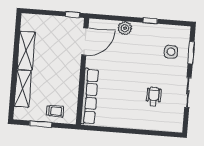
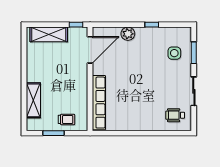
shelving: (26, 51) -> (49, 34), moved, turned 90
wheelchair: (154, 97) -> (175, 115), moved, turned -90

